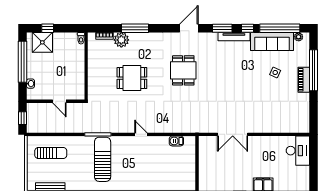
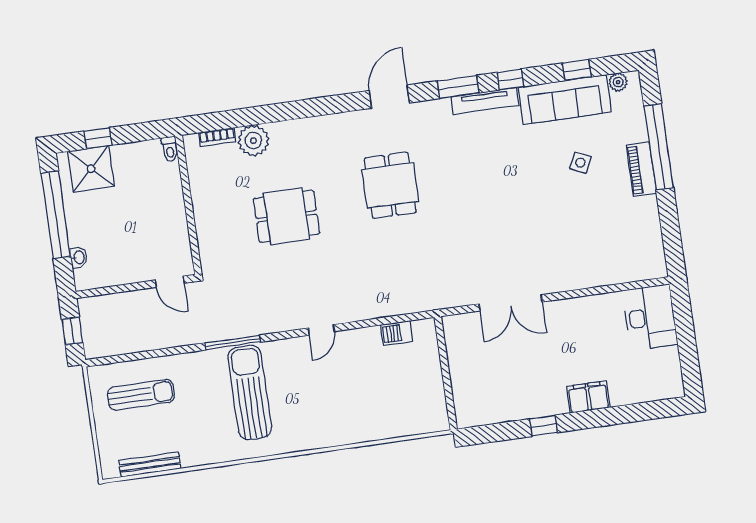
window: (135, 28) -> (278, 113), removed
window: (280, 28) -> (577, 70), width x0.32
door: (59, 101) -> (170, 282), moved
door: (141, 134) -> (321, 330), swing flipped

